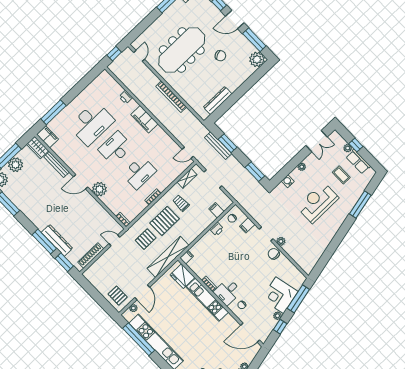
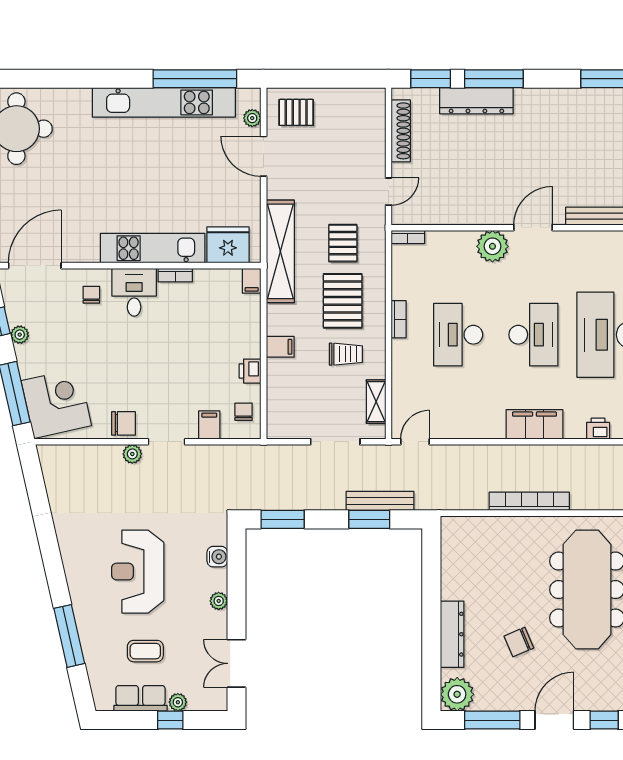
dresser: (218, 101) -> (452, 634), moved
reception desk: (318, 202) -> (138, 572), turned 180
filing cabinet: (216, 210) -> (280, 347), moved
corner desk: (280, 295) -> (56, 403), moved

